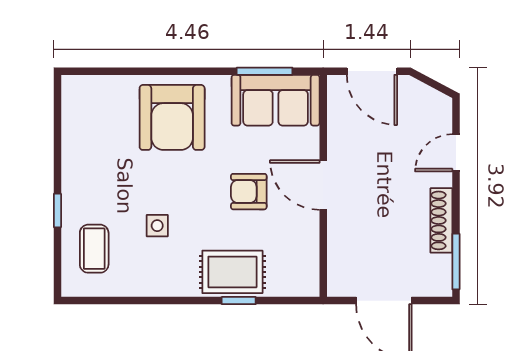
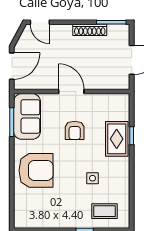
door: (456, 153) -> (40, 22), moved
door: (323, 185) -> (71, 92), swing flipped

